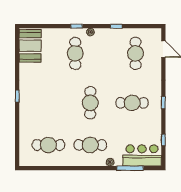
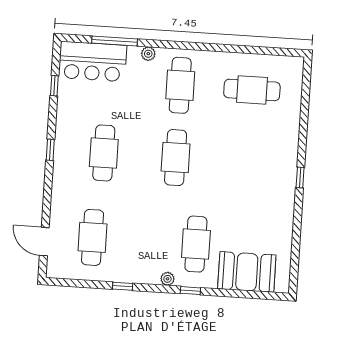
booth: (30, 46) -> (247, 272), moved, turned 90
cafe table: (132, 103) -> (104, 153), turned 90
cafe table: (90, 145) -> (180, 85), turned 90

